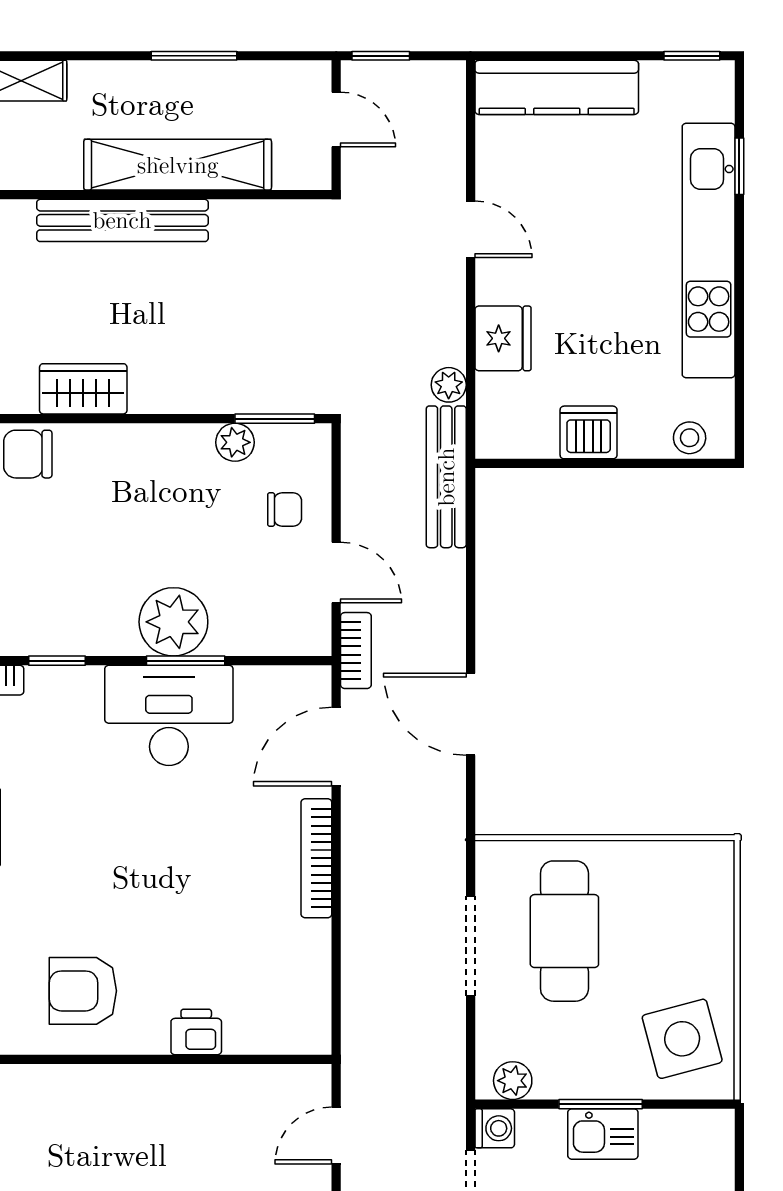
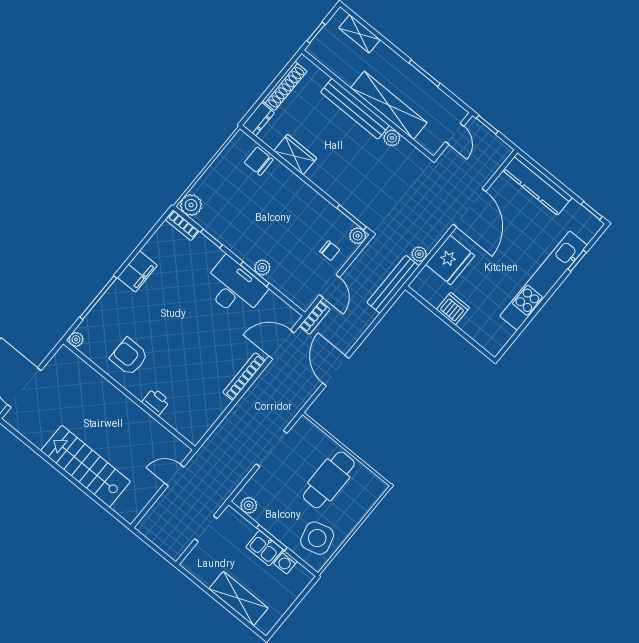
plant: (231, 218) -> (392, 138), added
door: (471, 229) -> (469, 208), width x1.88
fridge: (503, 338) -> (450, 260), width x1.36, depth x1.34
stool: (690, 438) -> (485, 338), removed
plant: (235, 442) -> (358, 236), moved
plant: (173, 622) -> (262, 267), width x0.53, depth x0.53
cafe table: (564, 931) -> (329, 480), moved
washing machine: (495, 1128) -> (285, 562), moved, turned 90

